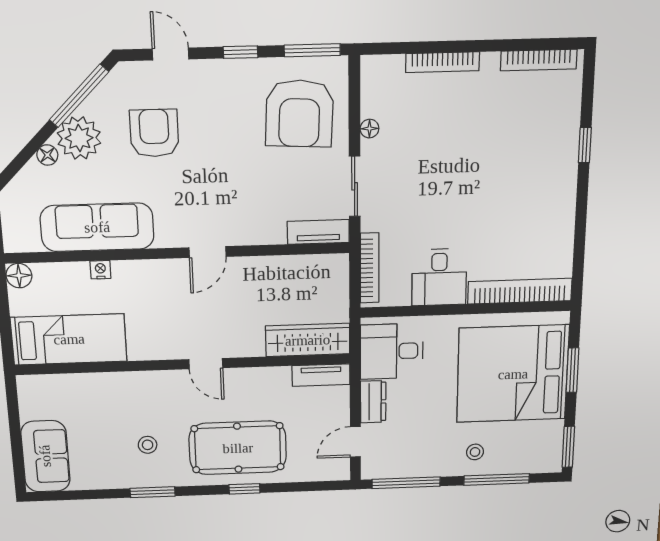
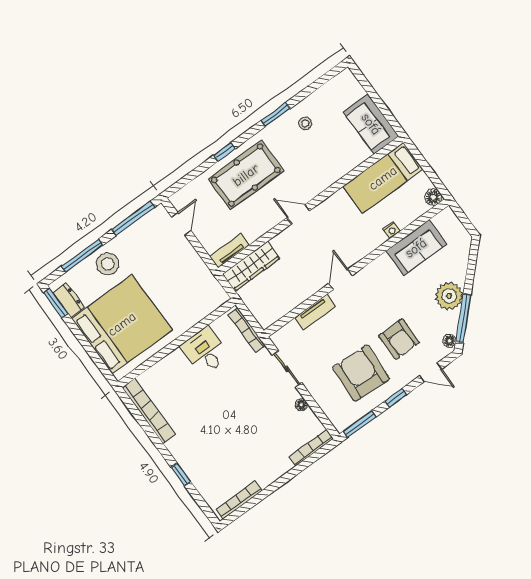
bookcase: (443, 62) -> (311, 448), moved
armchair: (299, 114) -> (361, 373), moved
armchair: (154, 133) -> (399, 339), moved
floor lamp: (47, 155) -> (449, 341), moved
sofa: (97, 227) -> (416, 248), width x0.73
tv unit: (318, 232) -> (315, 312), moved
bookcase: (520, 291) -> (149, 411), moved, turned -90
desk: (392, 351) -> (200, 291), removed
window: (572, 370) -> (90, 349), removed
dresser: (373, 402) -> (69, 300), moved, turned 180
stool: (148, 445) -> (305, 123), moved
stool: (475, 452) -> (108, 264), width x1.89, depth x1.89
sofa: (45, 456) -> (371, 124), moved

